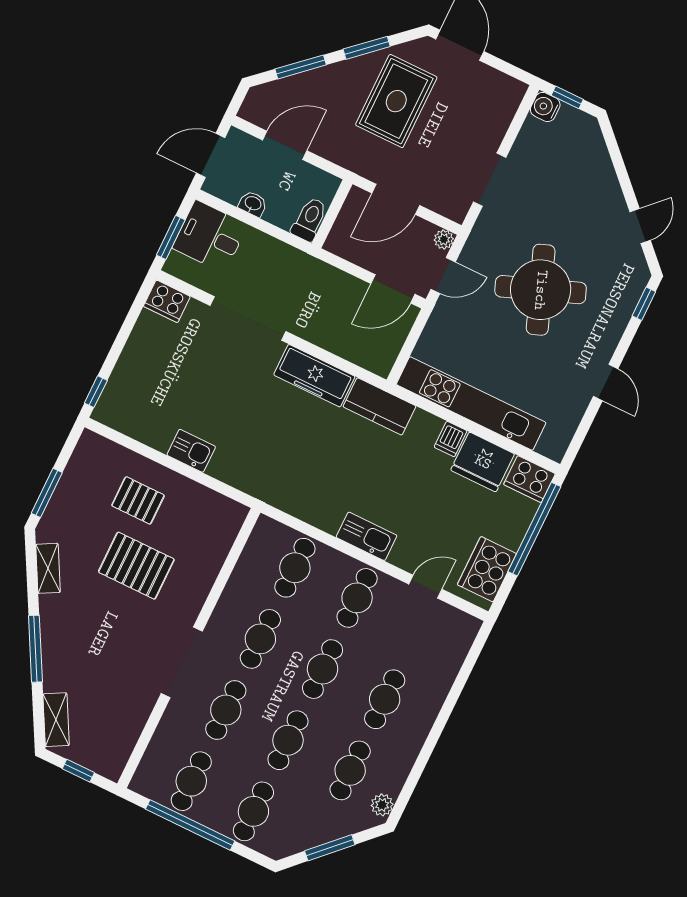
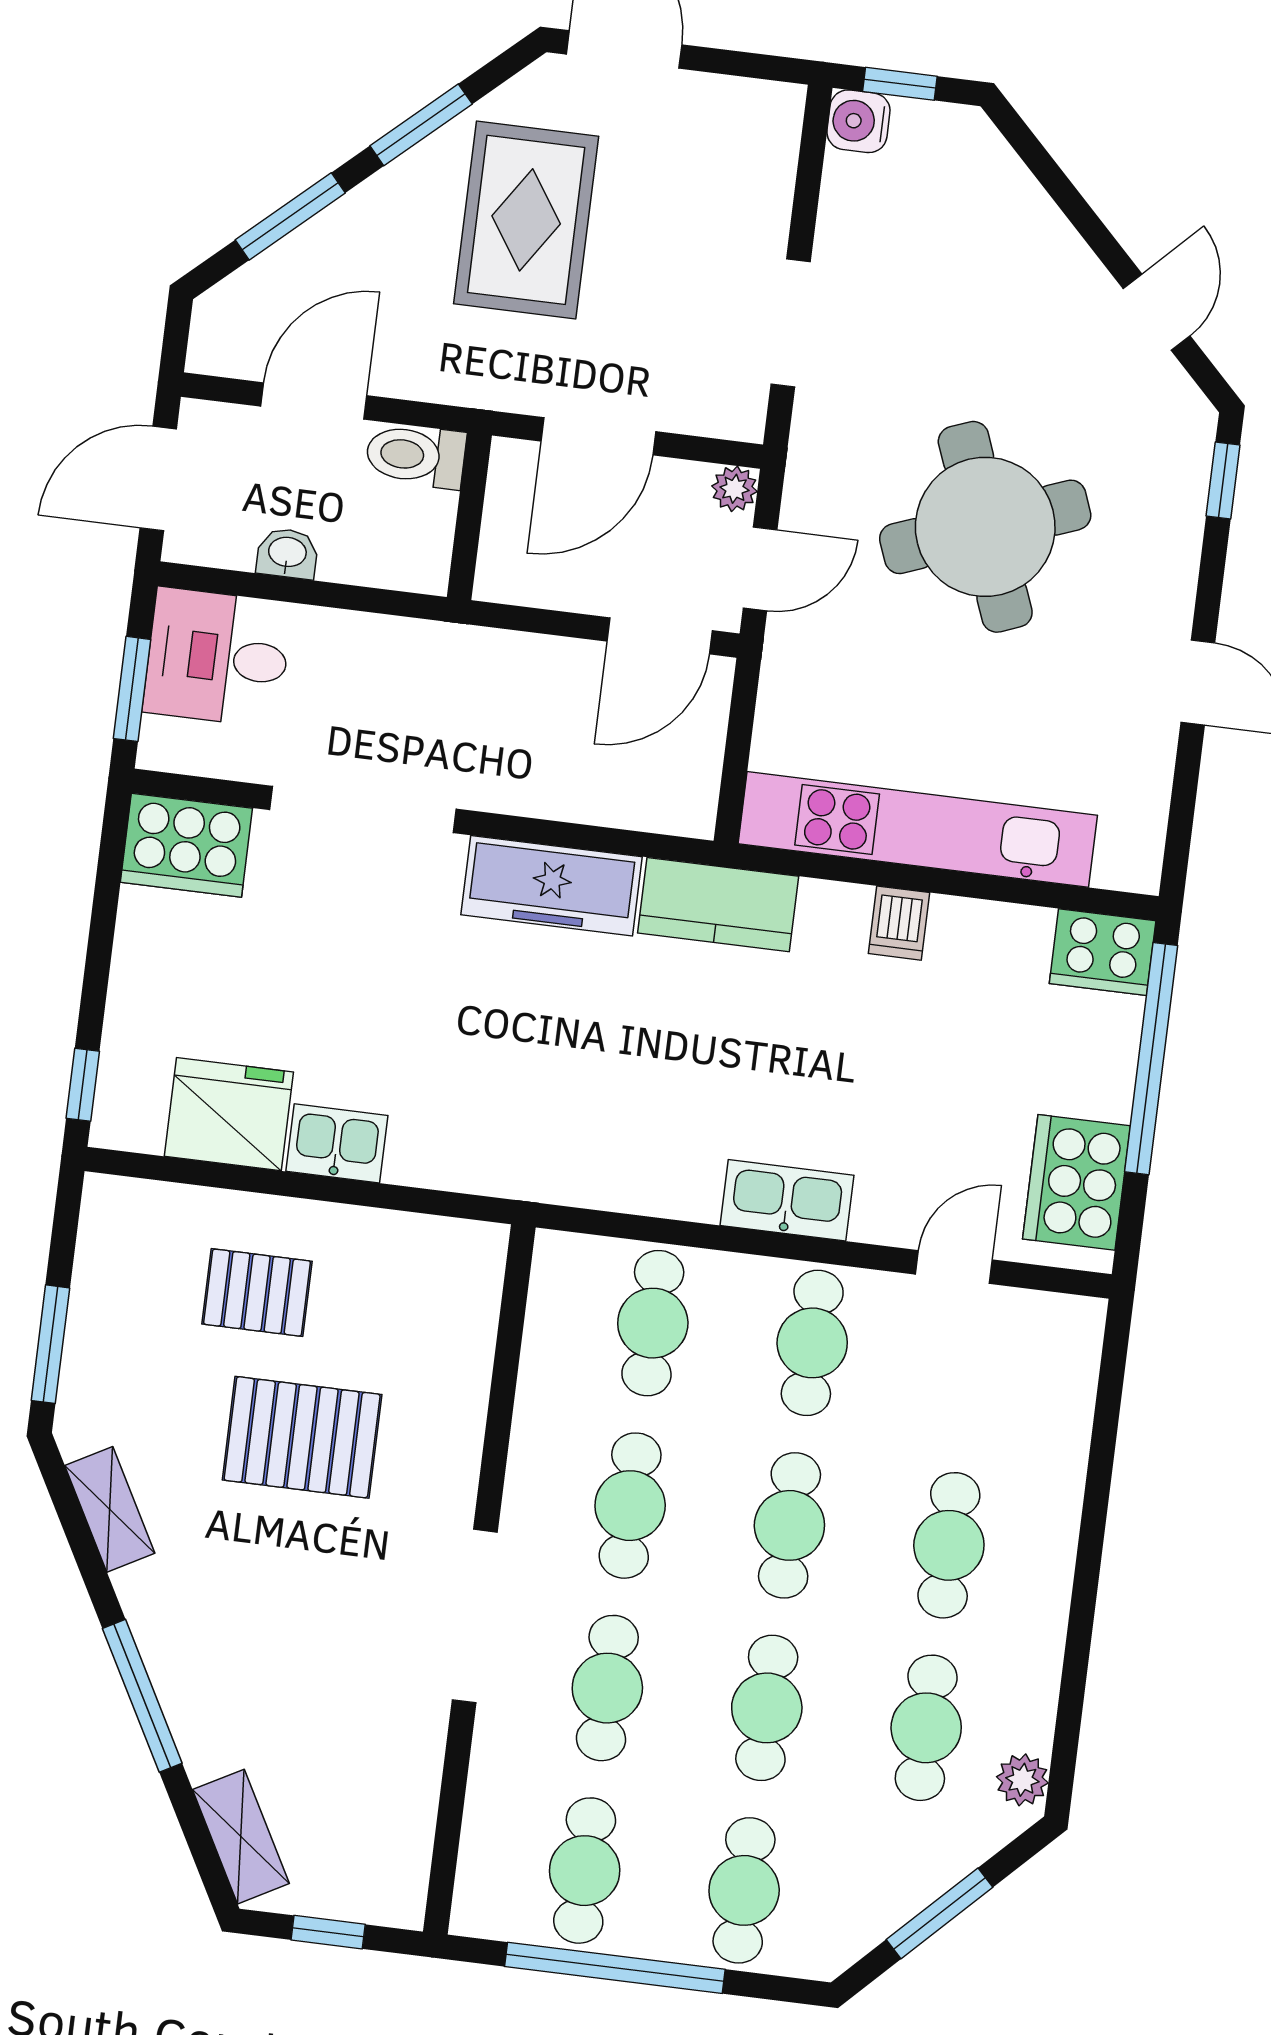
toilet: (309, 219) -> (416, 456), moved, turned -90
cooker: (167, 301) -> (186, 845), width x1.37, depth x1.31
fridge: (483, 462) -> (229, 1114), moved, turned 180

